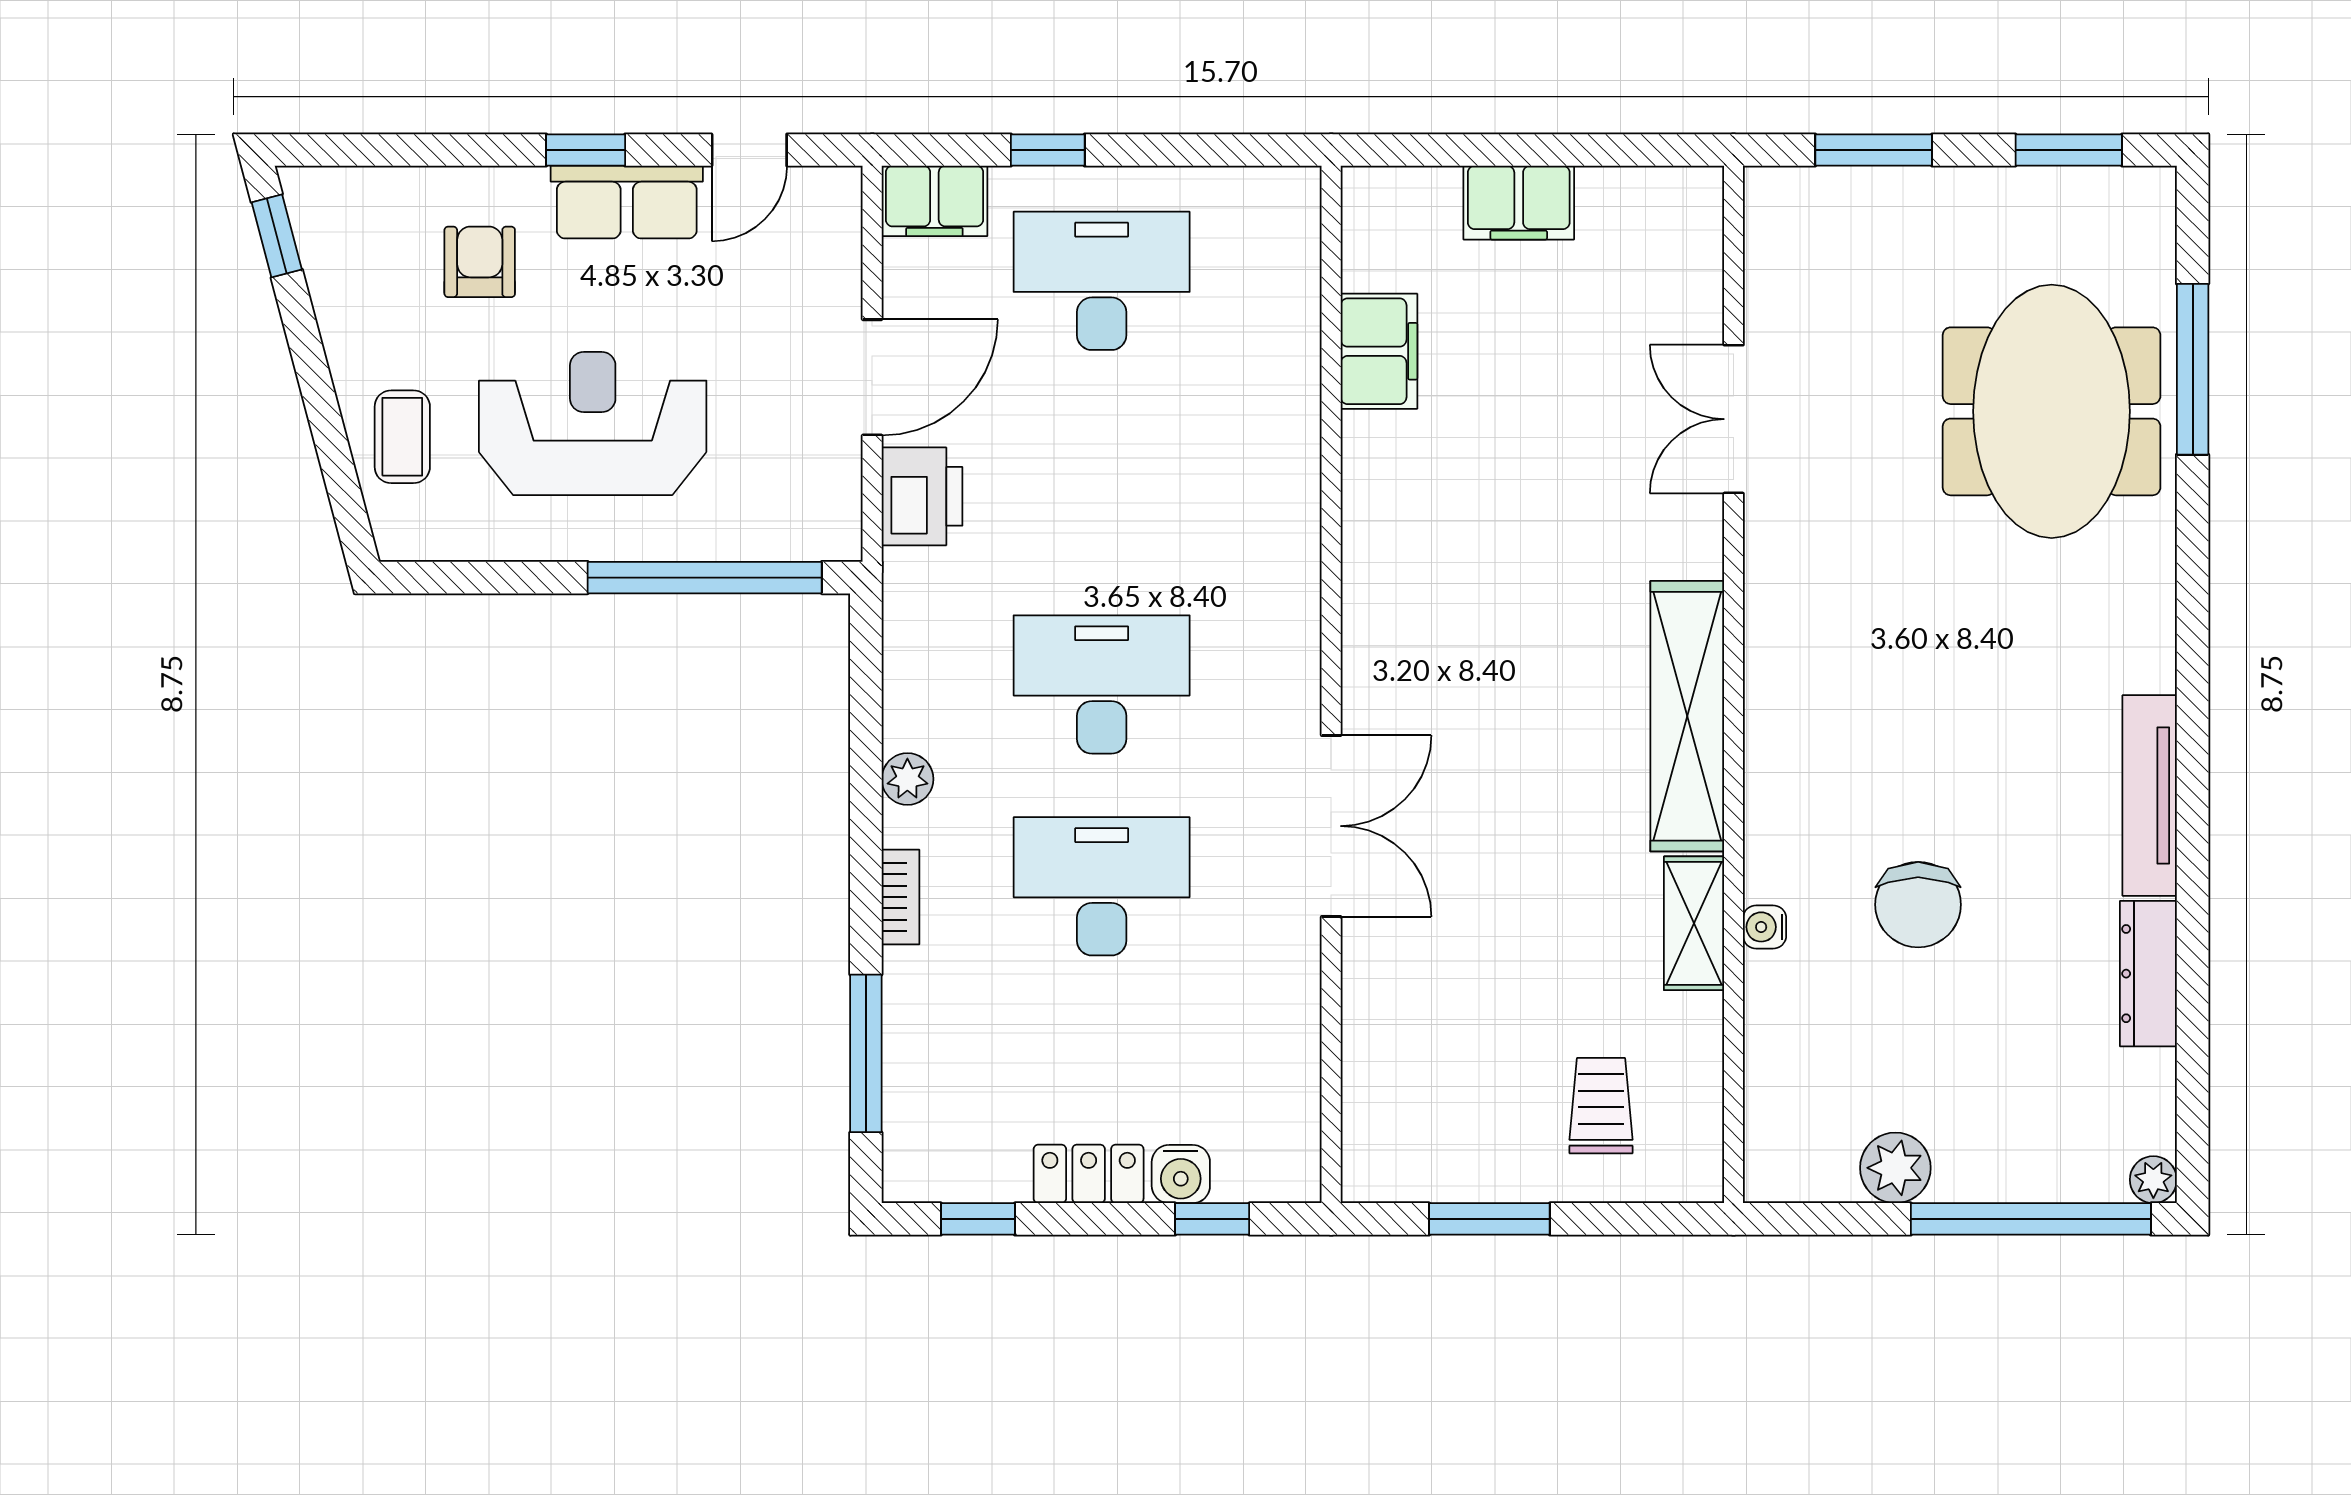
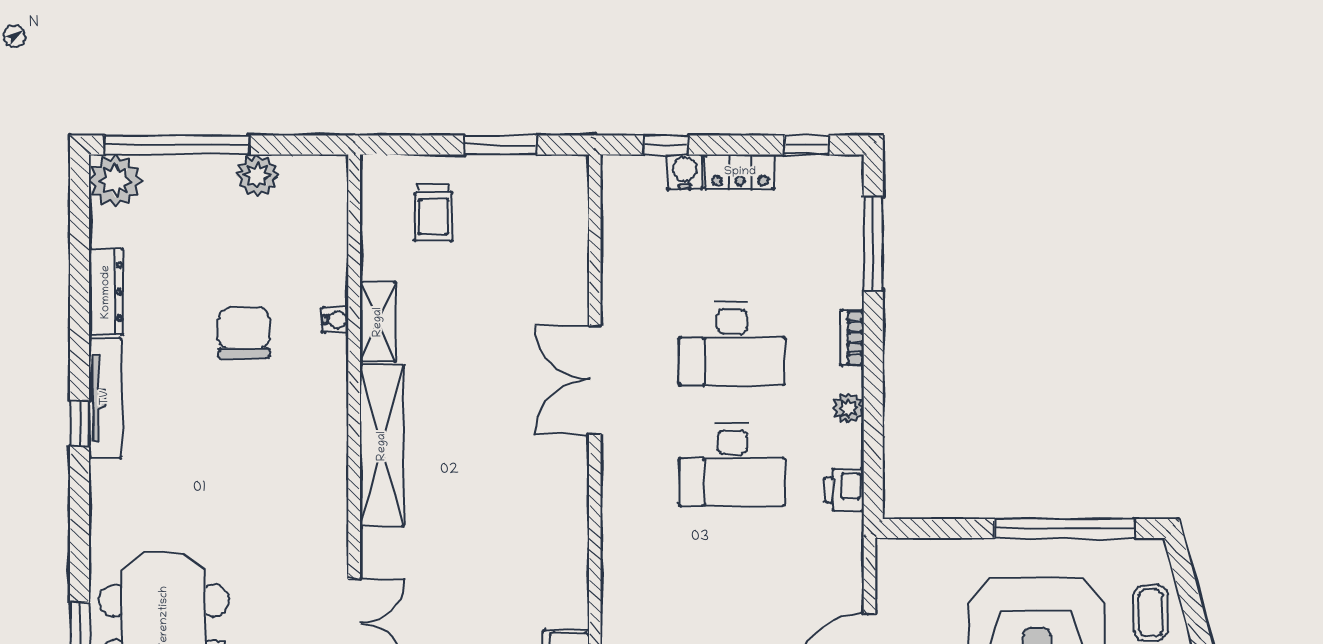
printer: (922, 496) -> (844, 490), moved, width x0.73, depth x0.81
window: (705, 578) -> (1065, 529), moved
window: (2193, 754) -> (80, 423), added
plant: (2153, 1180) -> (115, 181), width x1.88, depth x1.88

